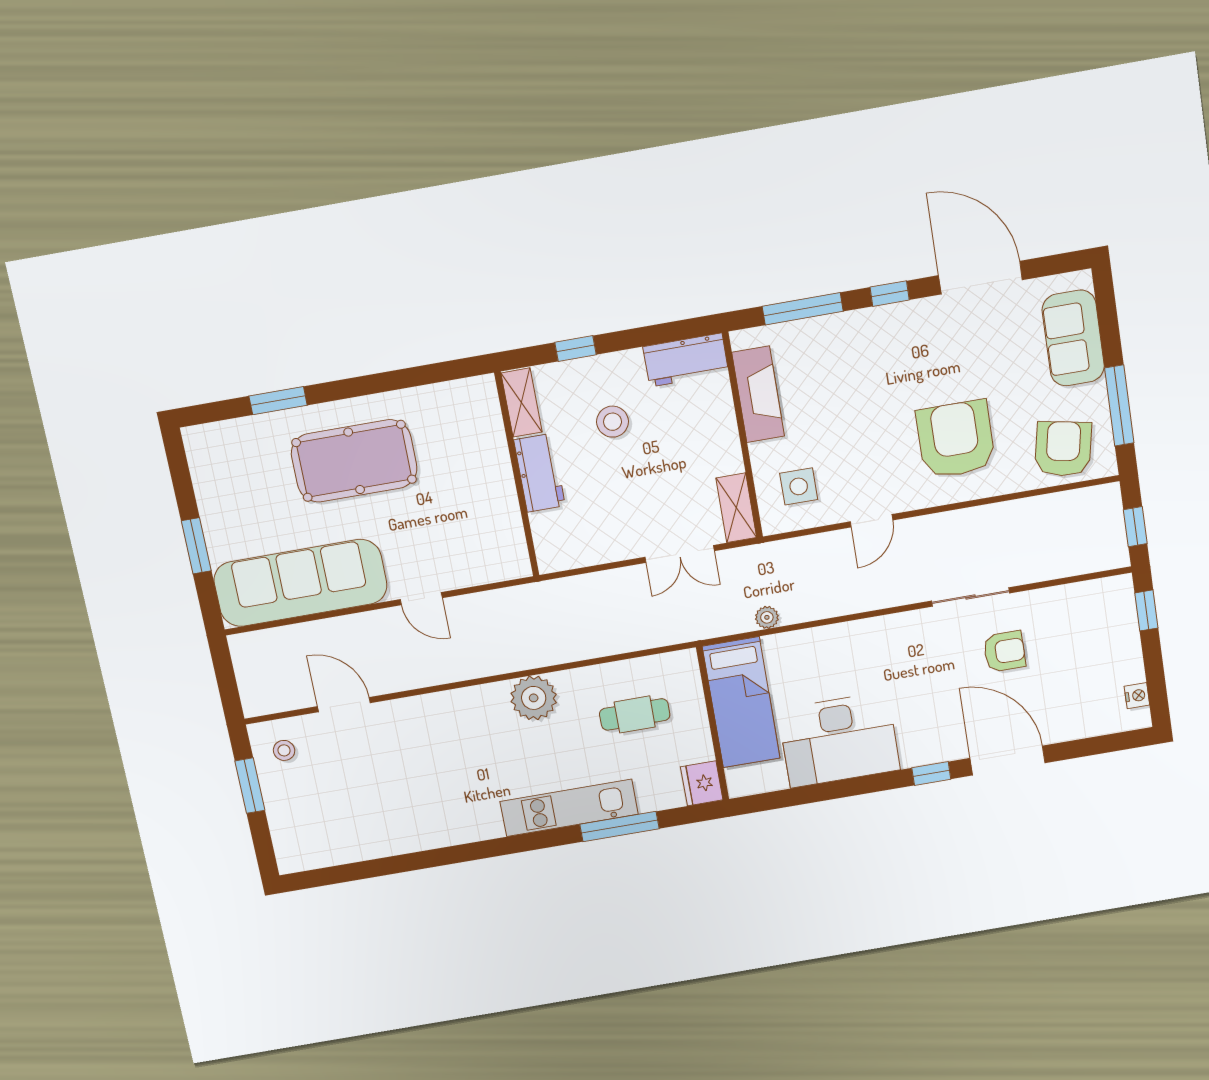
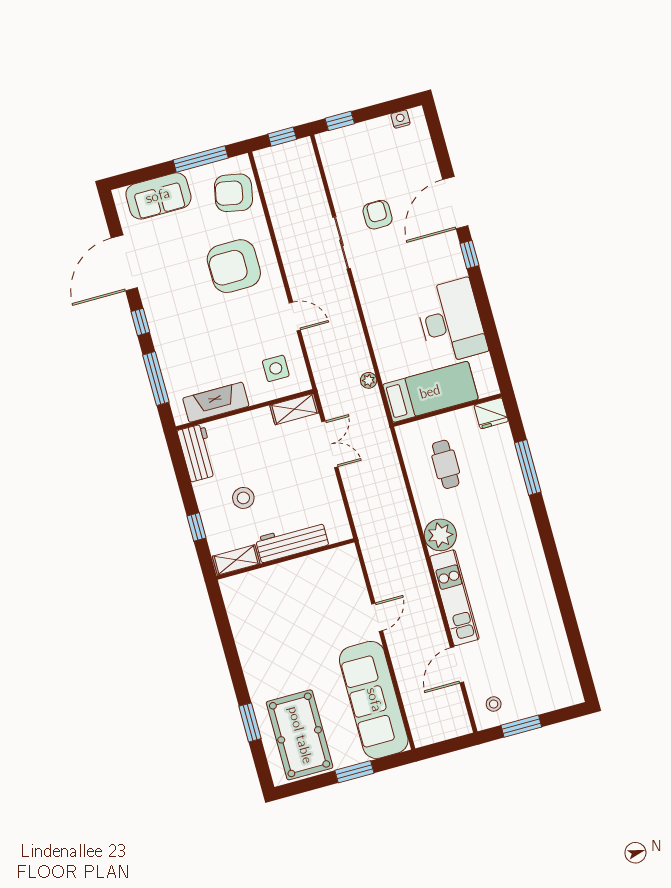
pool table: (354, 461) -> (300, 735), moved
workbench: (539, 473) -> (292, 541), width x1.38
kitchen unit: (569, 808) -> (454, 598), moved, turned 180

